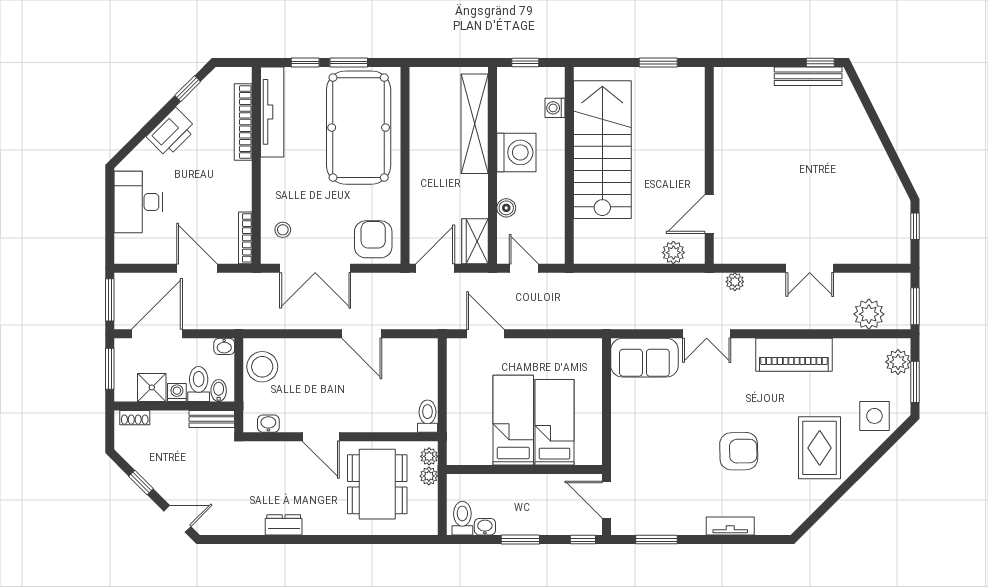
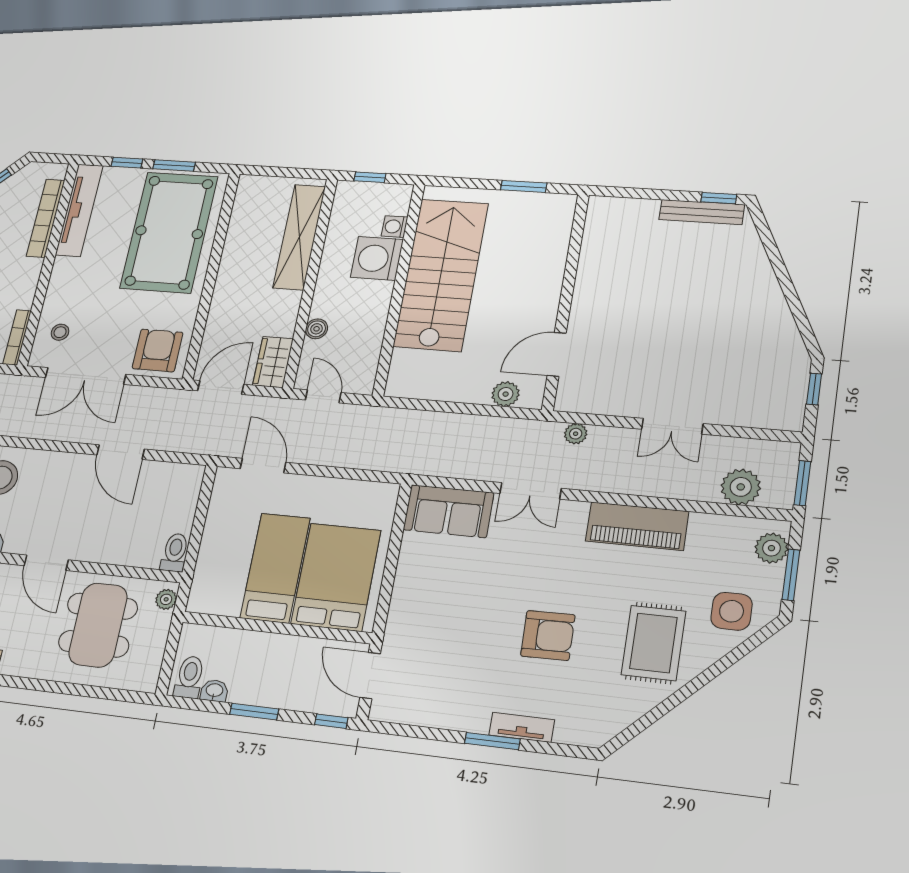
washing machine: (516, 152) -> (377, 258), moved, turned 180
bed: (555, 422) -> (336, 577), width x1.50
plant: (429, 476) -> (161, 622), removed
window: (657, 540) -> (492, 741), moved

